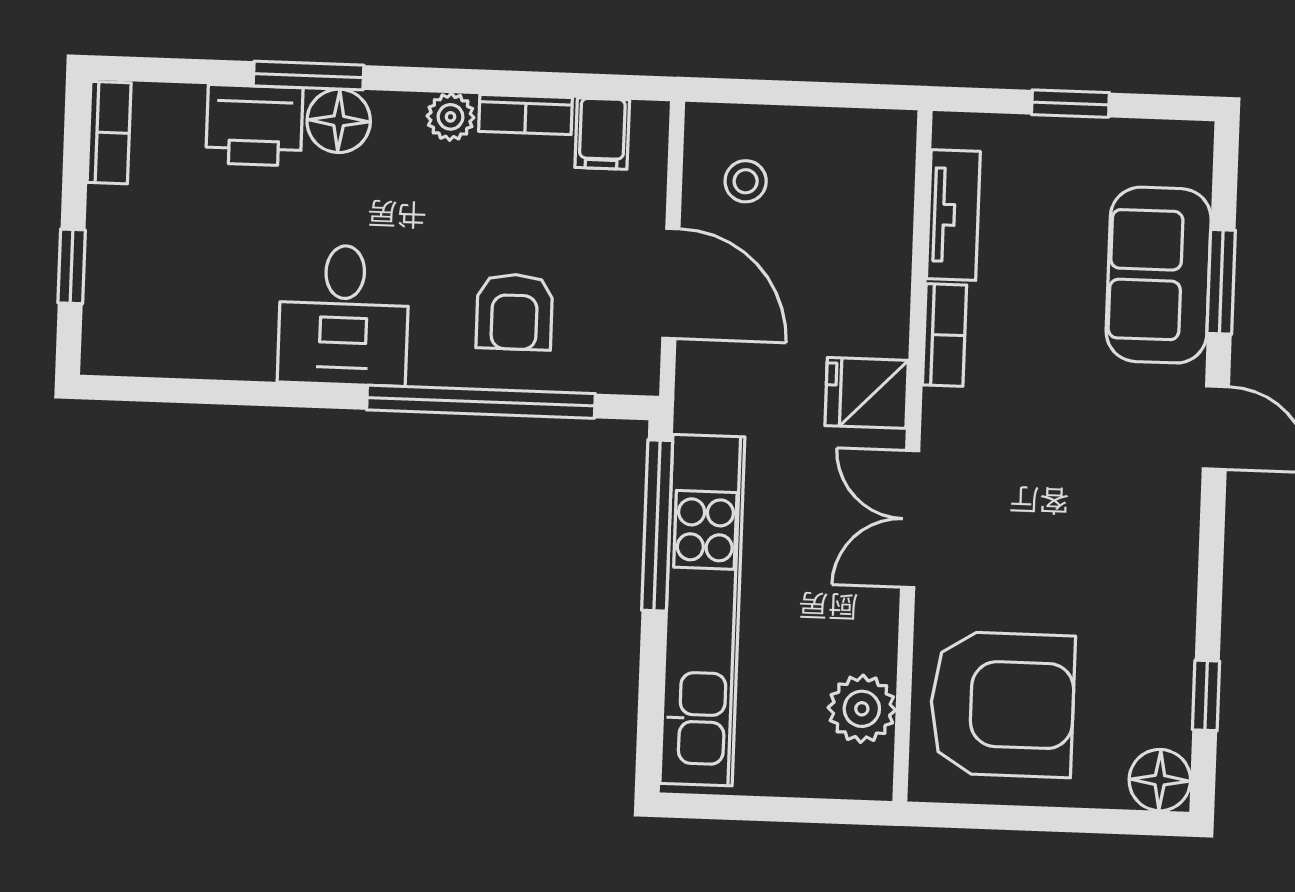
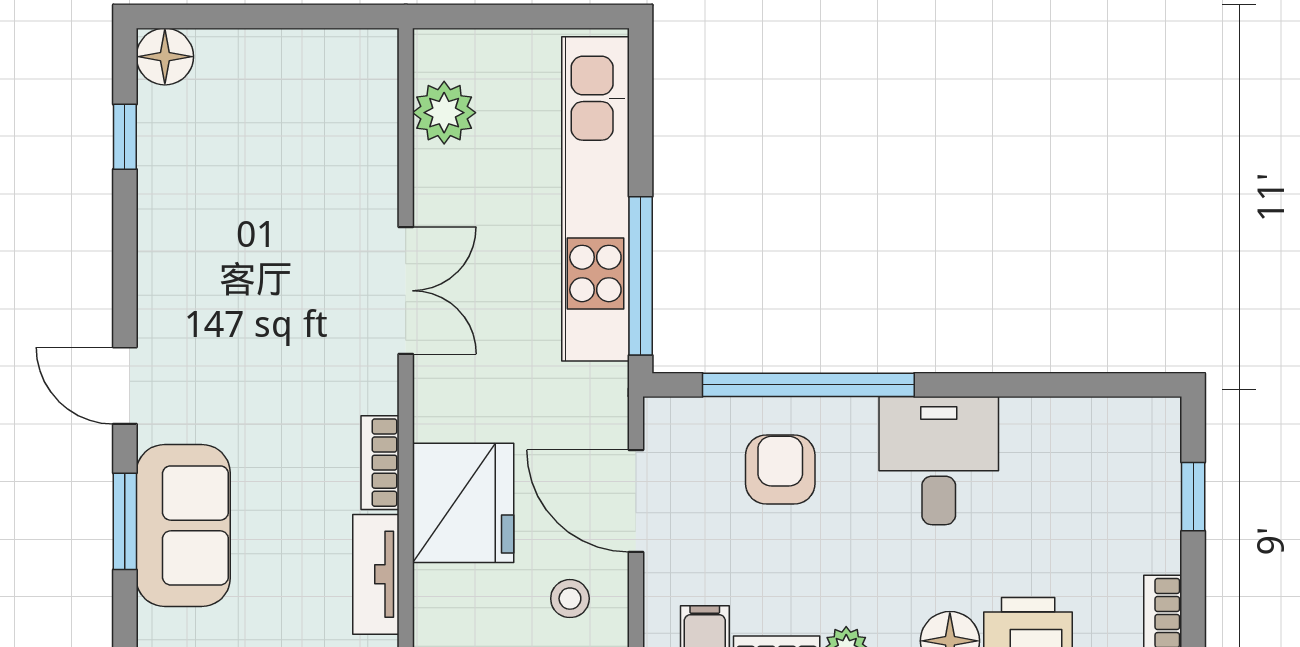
fridge: (867, 393) -> (463, 503), moved, width x1.88, depth x1.34
armchair: (1002, 704) -> (314, 122), removed

